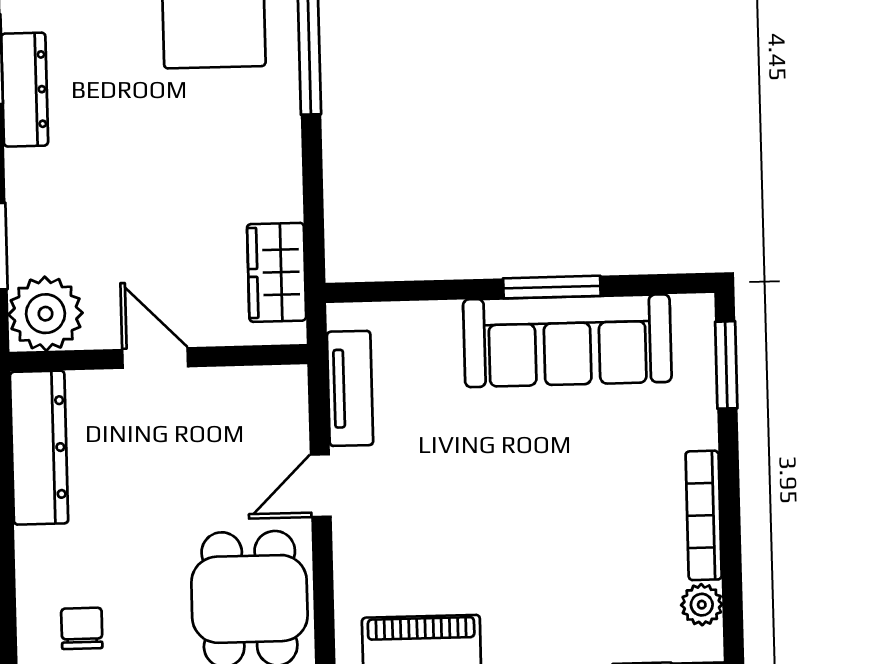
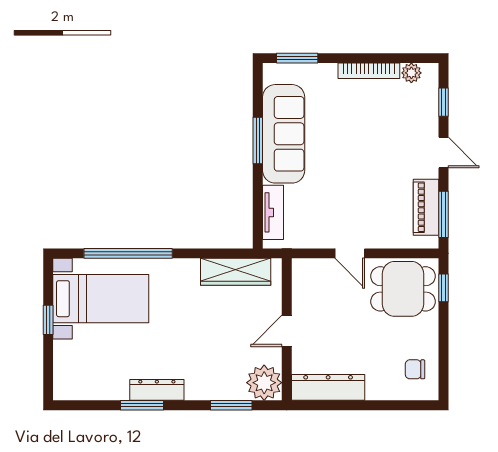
wardrobe: (277, 272) -> (236, 272), width x1.50
tv unit: (350, 388) -> (273, 212), moved, turned 90

